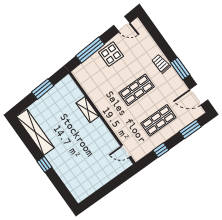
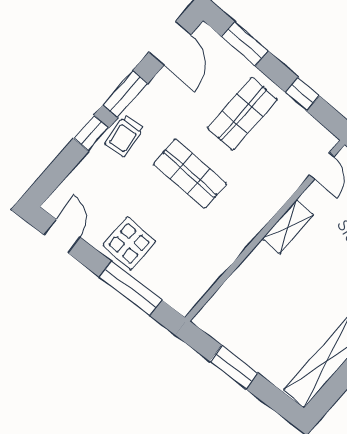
window: (166, 49) -> (91, 133), added
shelving: (88, 110) -> (288, 227), moved
shop shelf: (158, 120) -> (242, 114), turned 90

